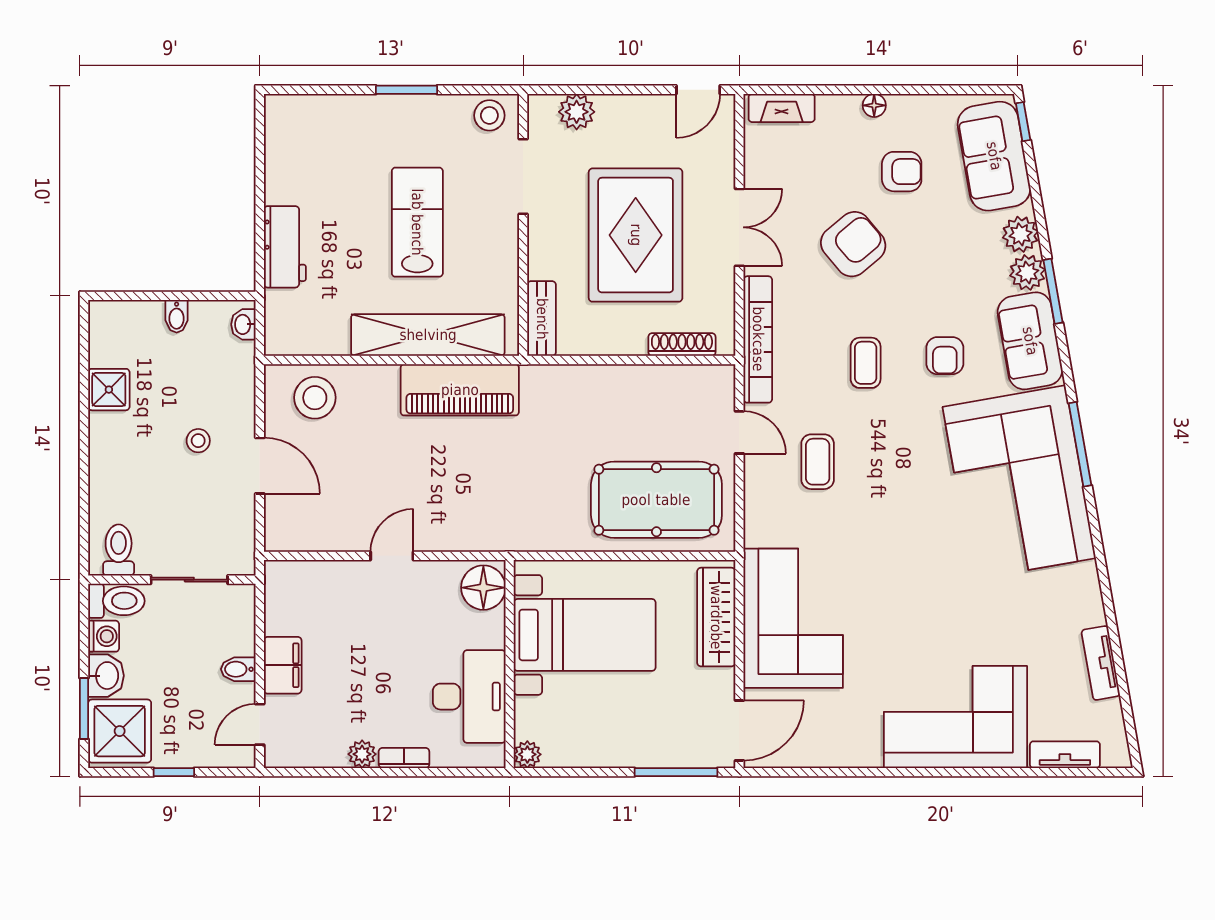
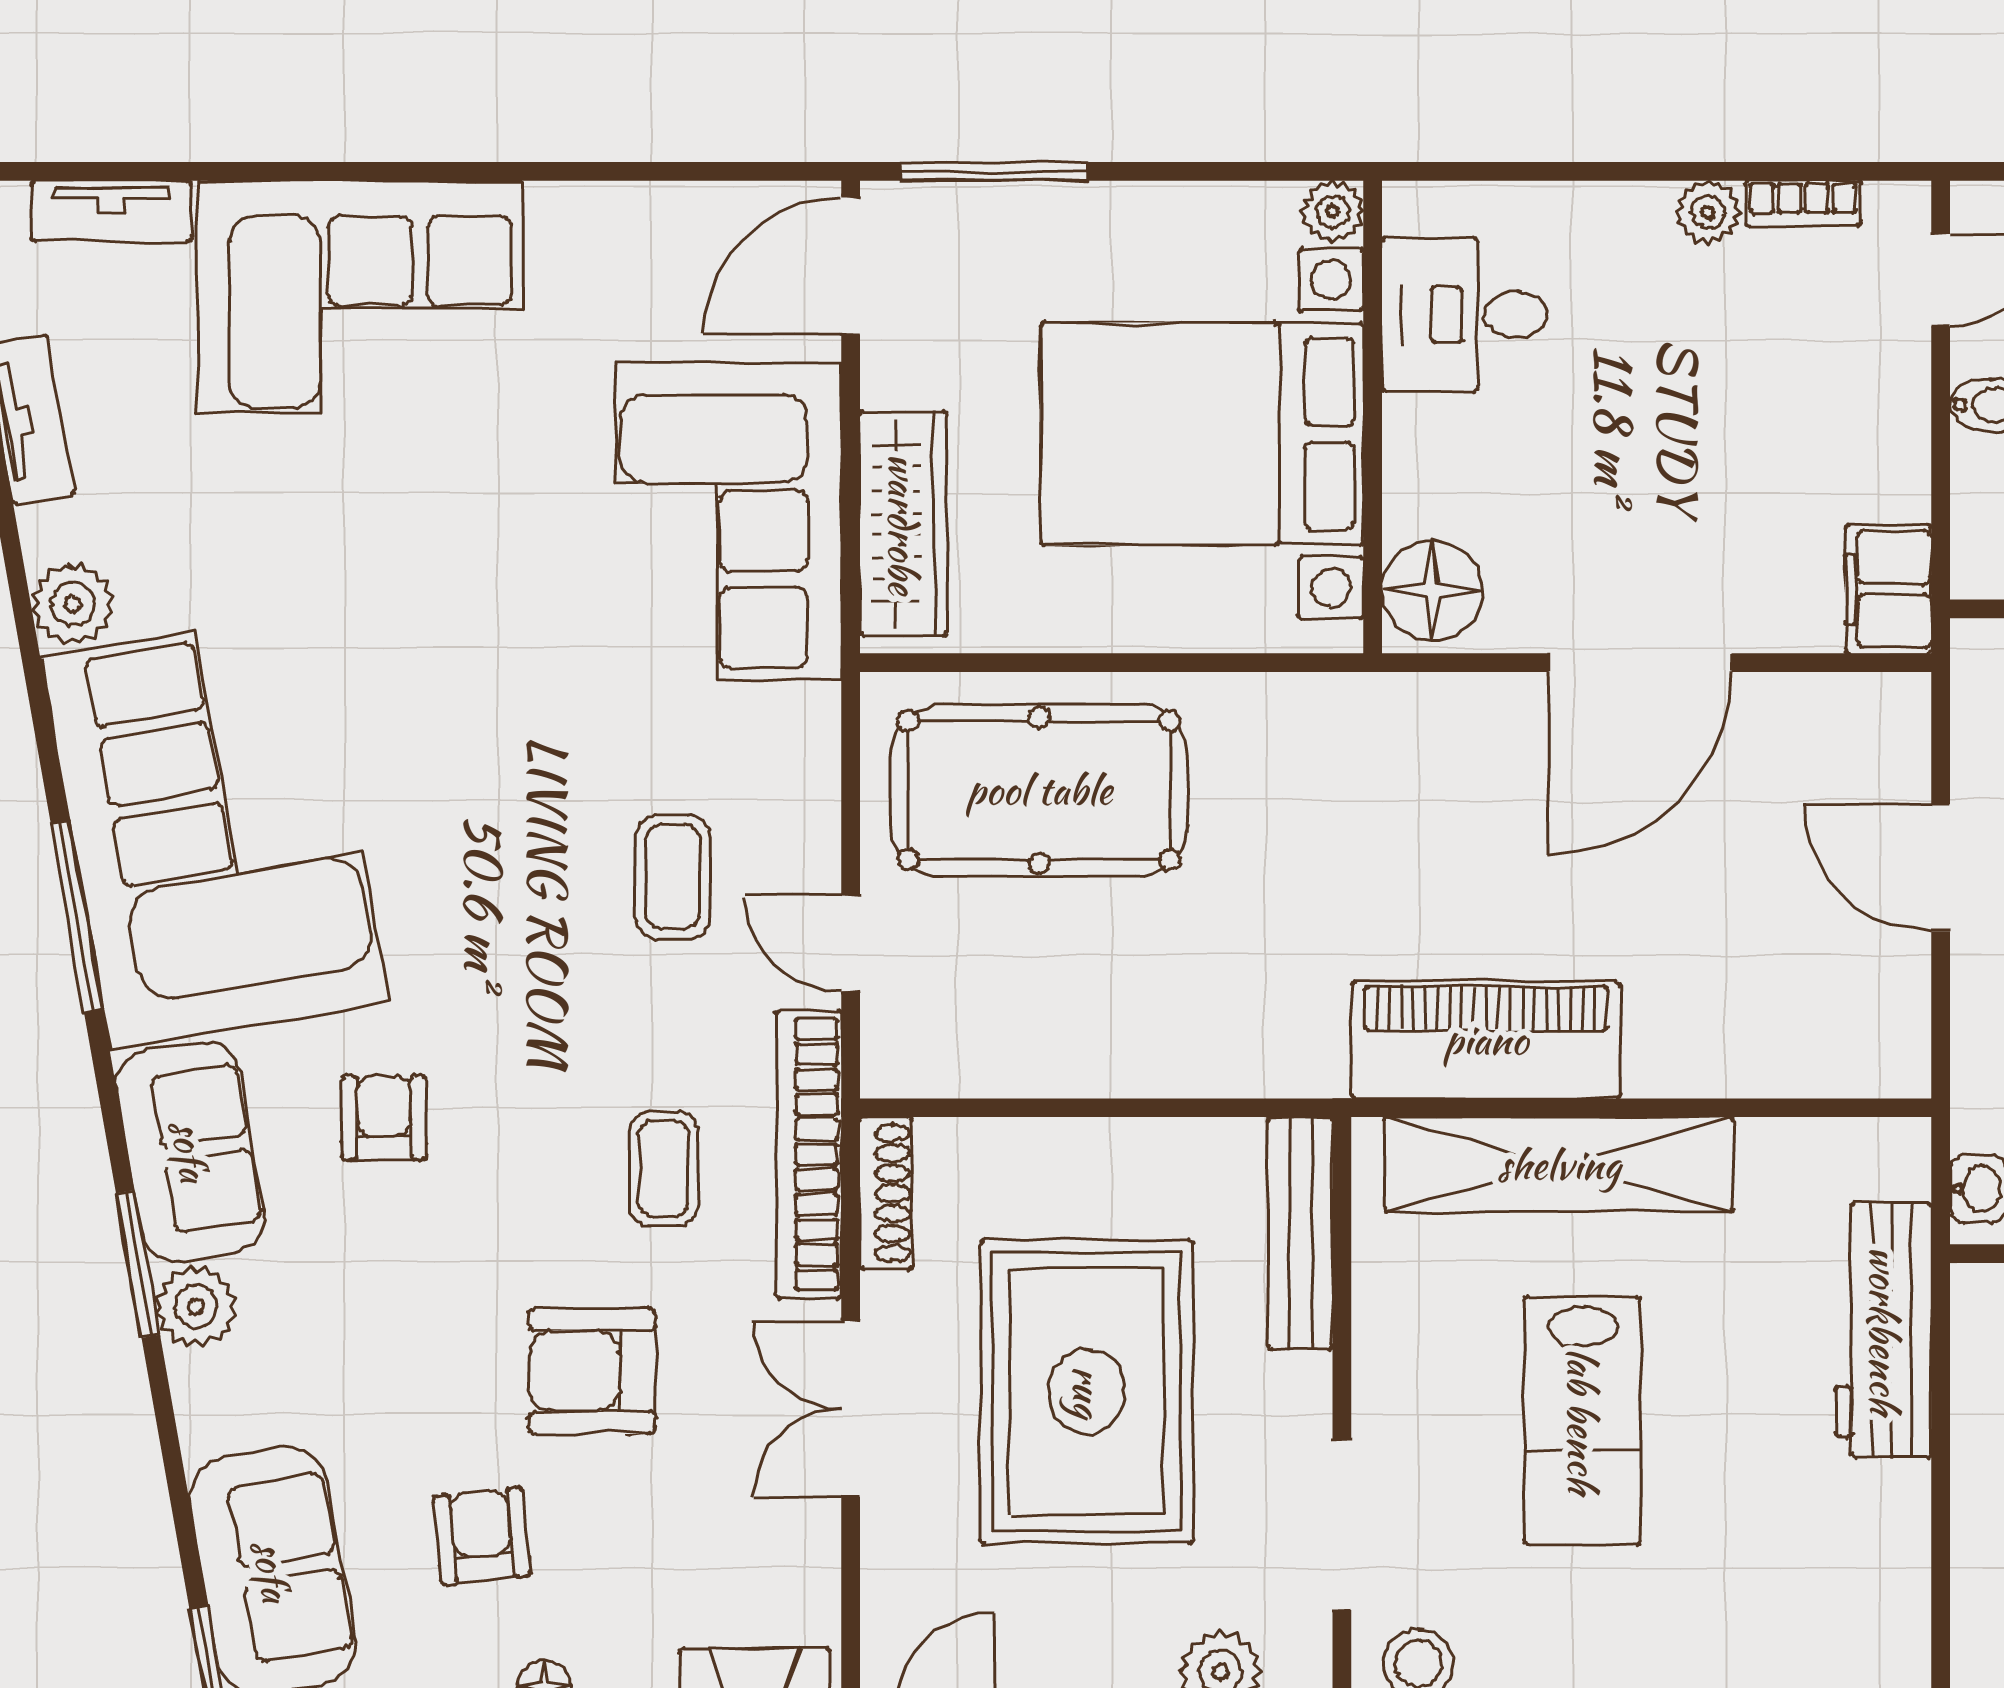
armchair: (902, 172) -> (482, 1536), turned 84
plant: (1020, 234) -> (73, 604), moved
armchair: (853, 244) -> (592, 1371), turned 40
workbench: (285, 247) -> (1884, 1330), width x1.37
bench: (542, 319) -> (1300, 1233), width x1.36
shoe rack: (682, 345) -> (886, 1193), moved, turned -90
coffee table: (866, 363) -> (664, 1169), moved
stool: (315, 398) -> (1815, 1022), removed
door: (392, 556) -> (1640, 663), width x1.87
bed with nightstands: (585, 635) -> (1202, 434), width x1.36
filing cabinet: (283, 665) -> (1888, 589), moved
desk: (469, 697) -> (1465, 315), width x0.73
bookcase: (404, 758) -> (1803, 204), moved

